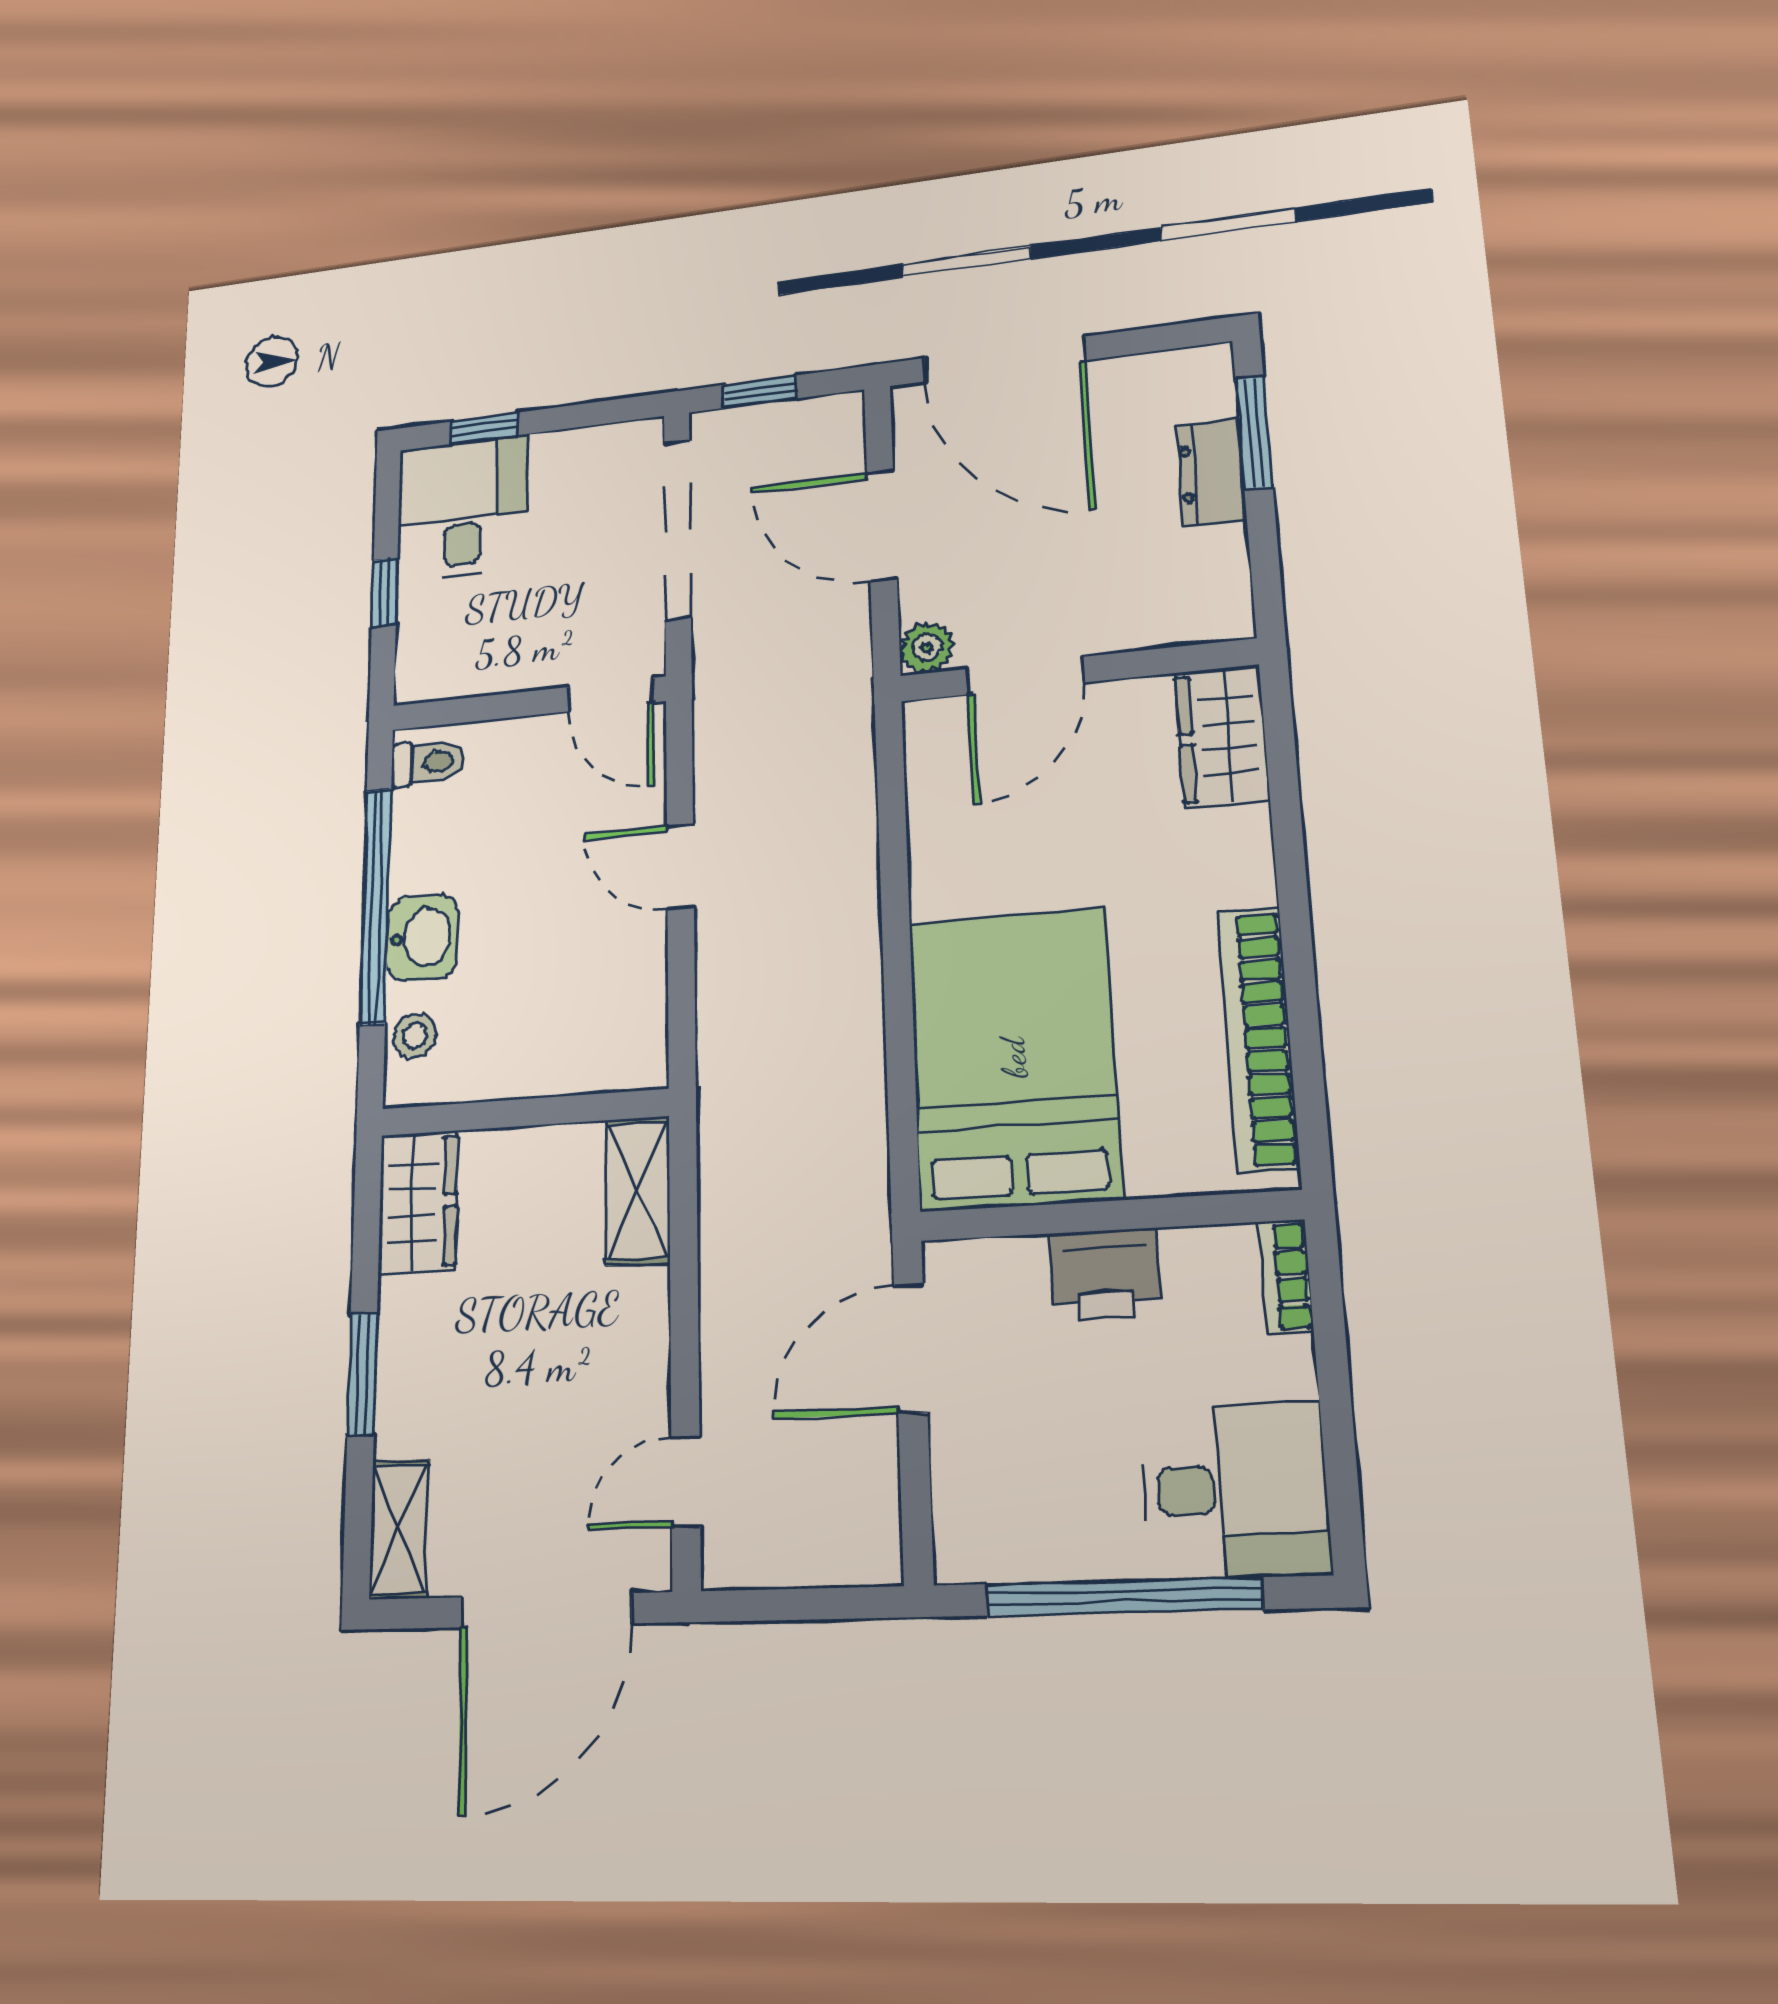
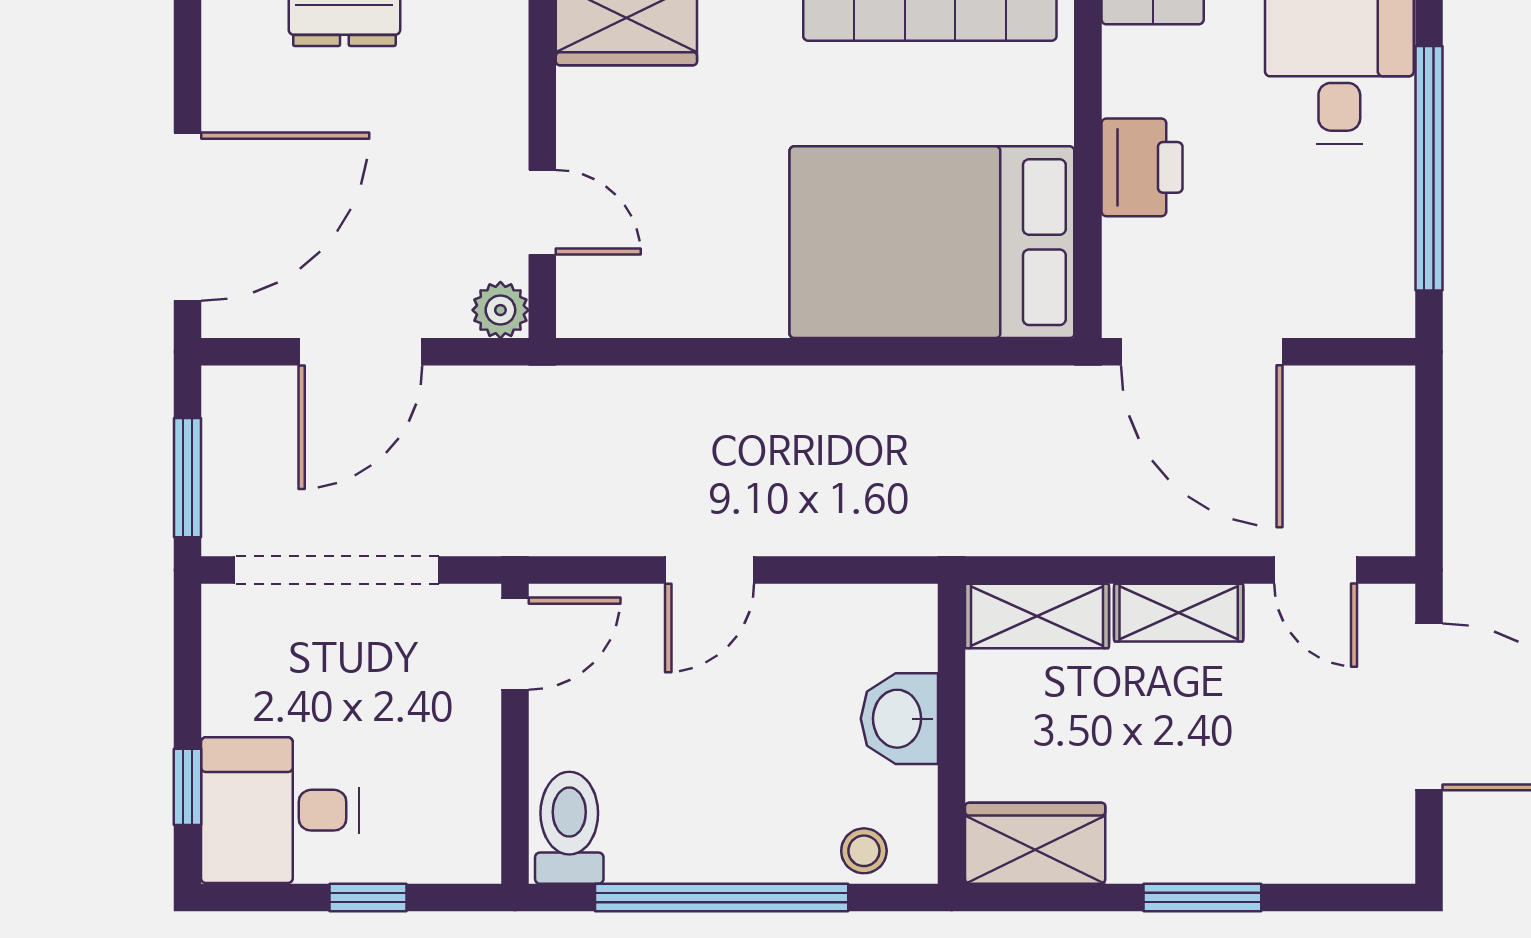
window: (760, 392) -> (188, 478), width x1.50
door: (1025, 676) -> (542, 212), width x0.73
toilet: (428, 762) -> (569, 828), width x1.37, depth x1.39
washbasin: (422, 938) -> (899, 719), moved, turned -90
door: (911, 1349) -> (1202, 352), width x1.36
shelving: (399, 1529) -> (1179, 613), moved

